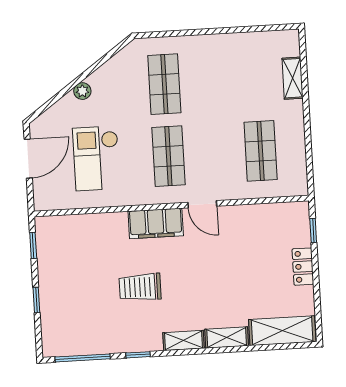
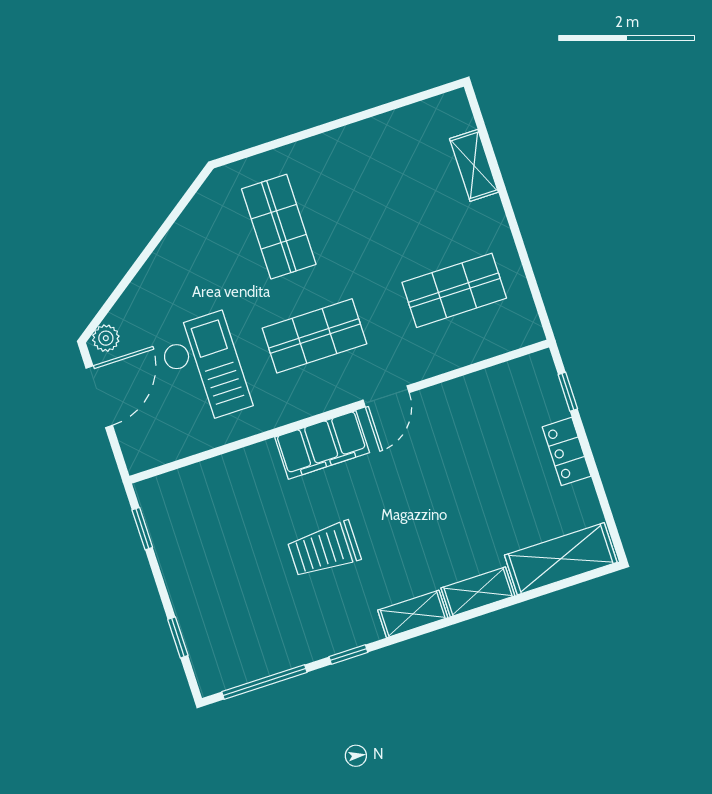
plant: (82, 91) -> (106, 338), moved
shop shelf: (261, 151) -> (454, 290), turned 90
shop shelf: (168, 156) -> (314, 336), turned 90
checkout: (96, 158) -> (204, 369), turned 180
door: (202, 204) -> (386, 396), hinge flipped
window: (36, 300) -> (178, 637), moved

